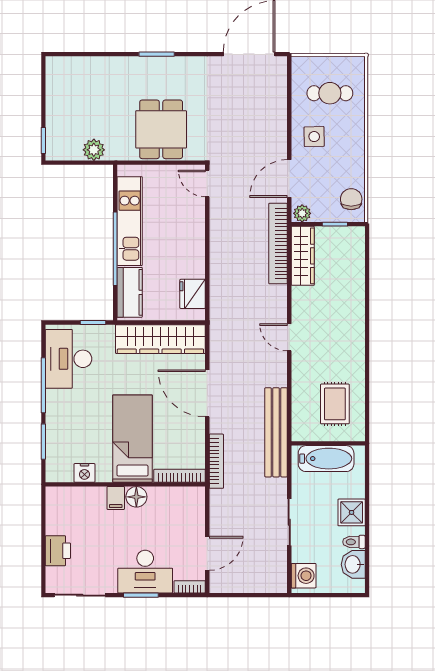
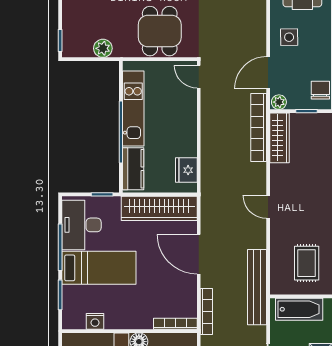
bed: (132, 439) -> (99, 268), moved, turned 90

